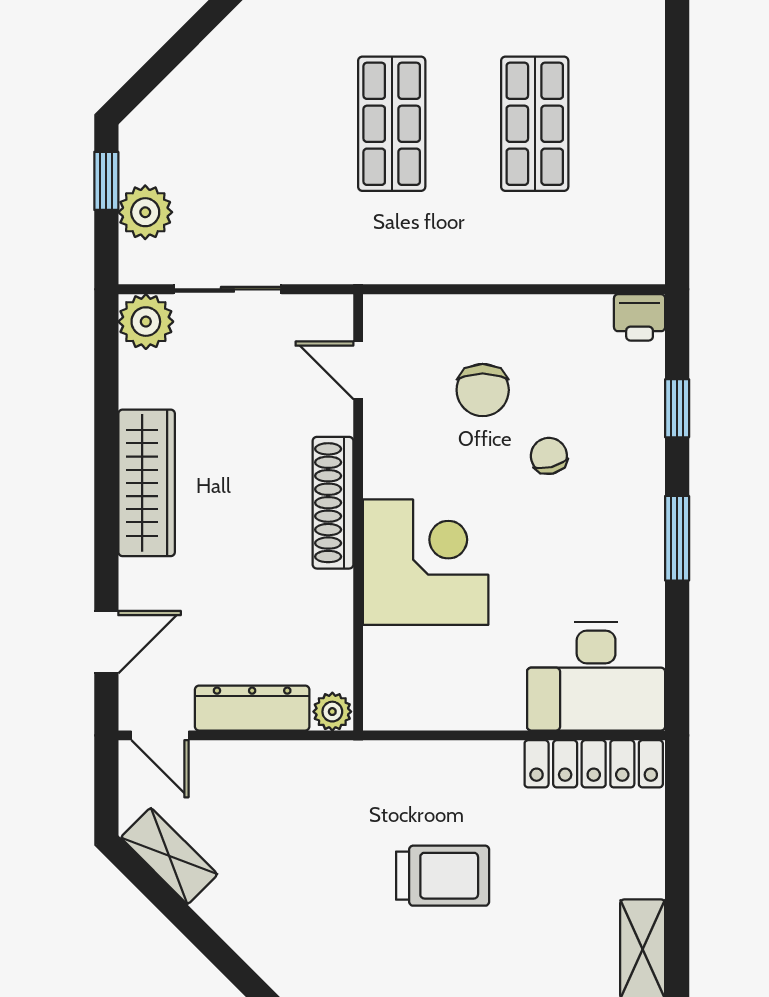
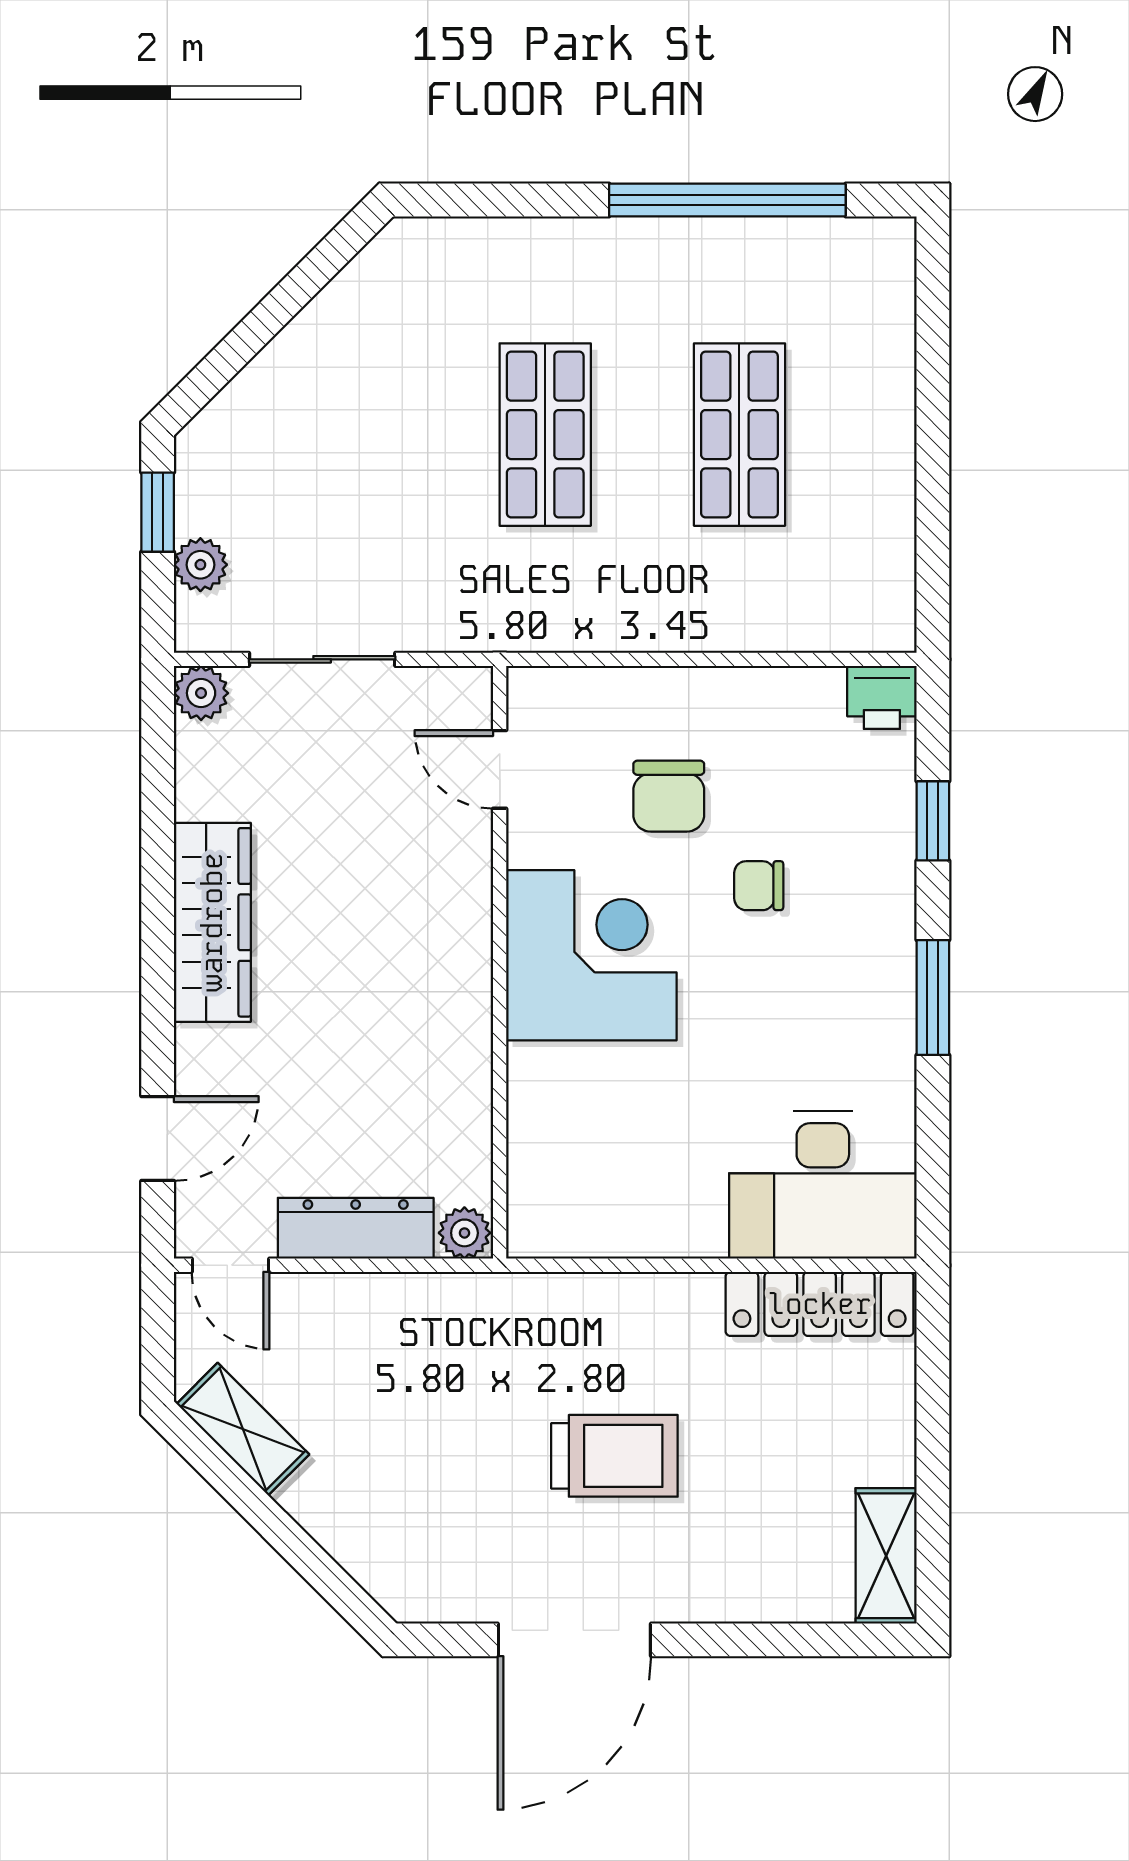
plant: (145, 212) -> (200, 565), width x0.73, depth x0.73
plant: (146, 322) -> (201, 693), width x0.73, depth x0.73
chair: (549, 456) -> (759, 886), turned -76
shoe rack: (333, 503) -> (465, 949), removed
corner desk: (426, 562) -> (591, 955), moved

